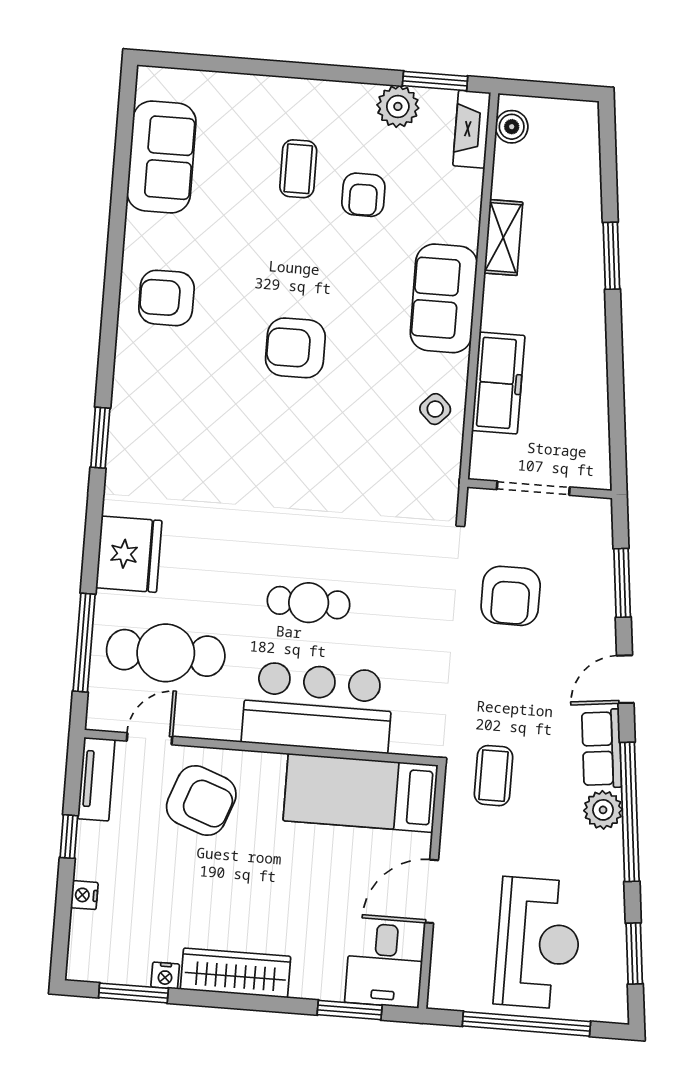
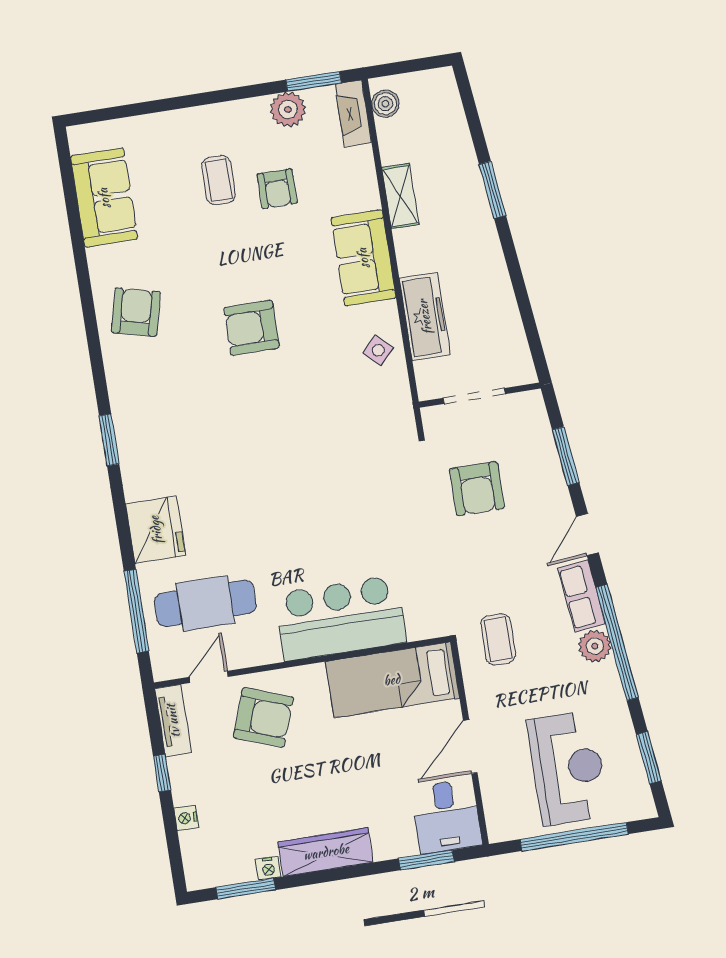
armchair: (166, 298) -> (136, 312), turned 104
cafe table: (309, 603) -> (312, 534), removed

